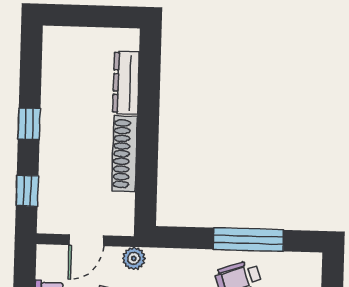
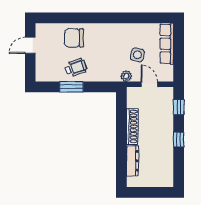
door: (86, 240) -> (149, 84), hinge flipped
window: (248, 240) -> (71, 87), width x0.69

